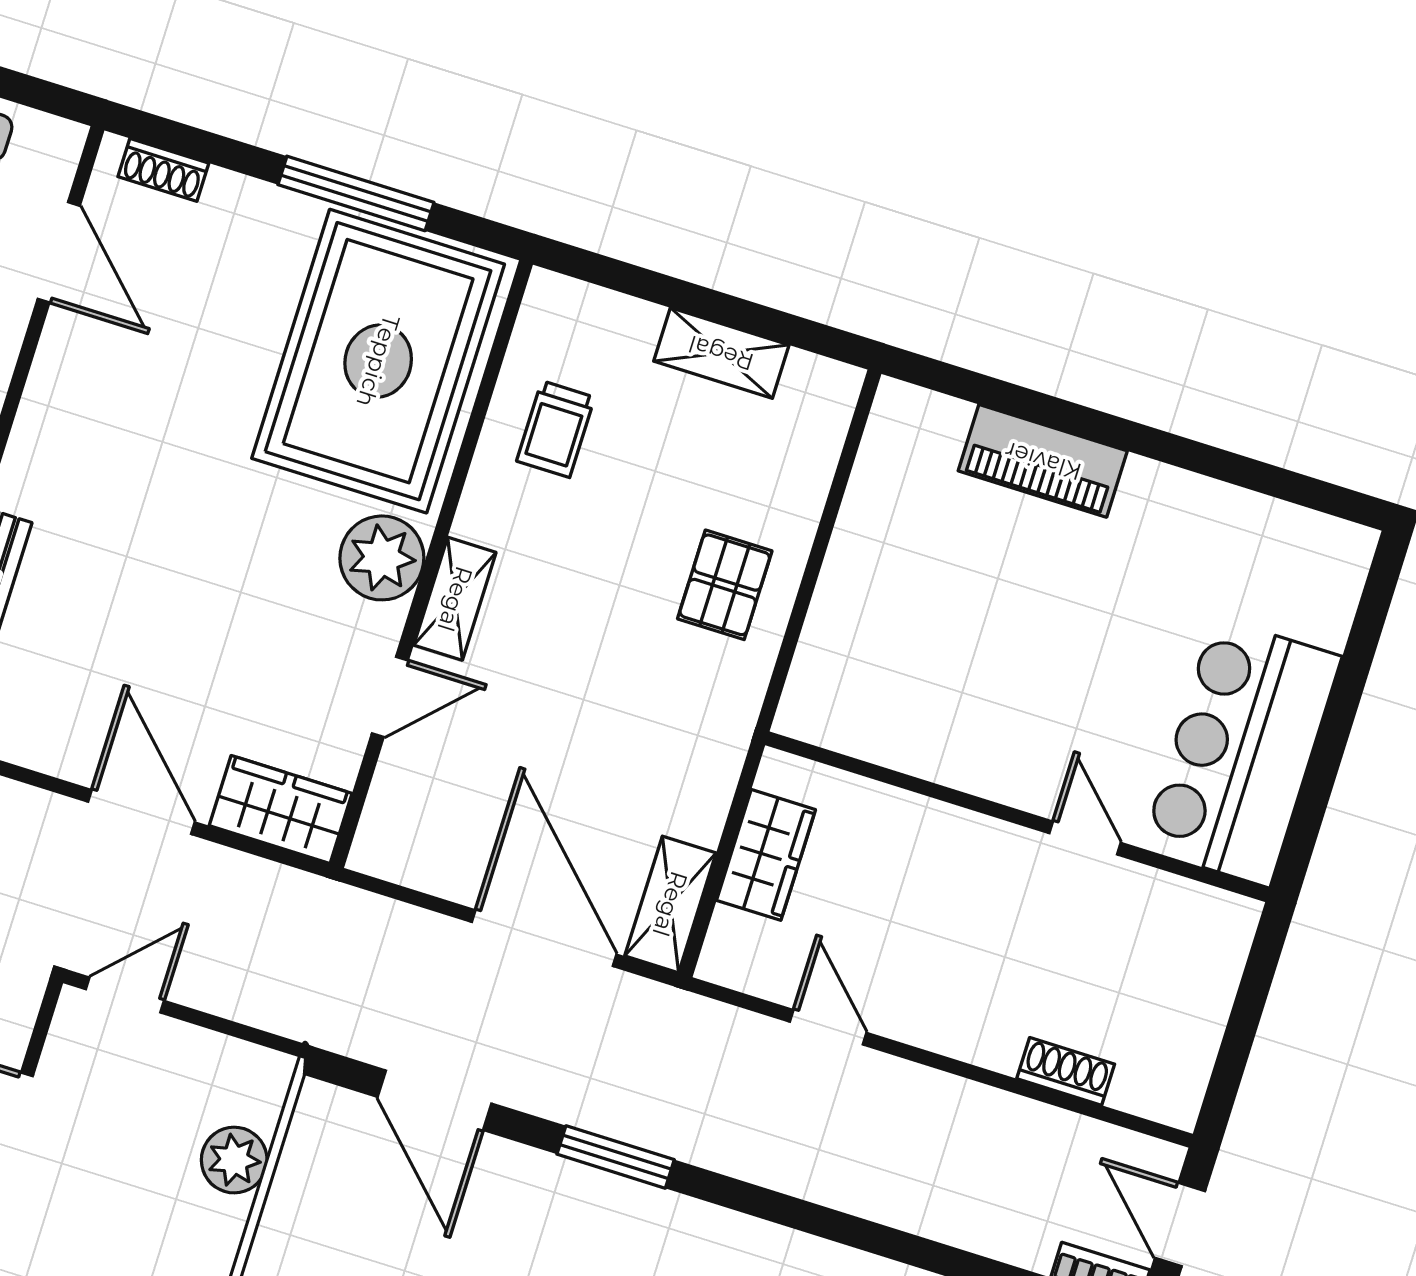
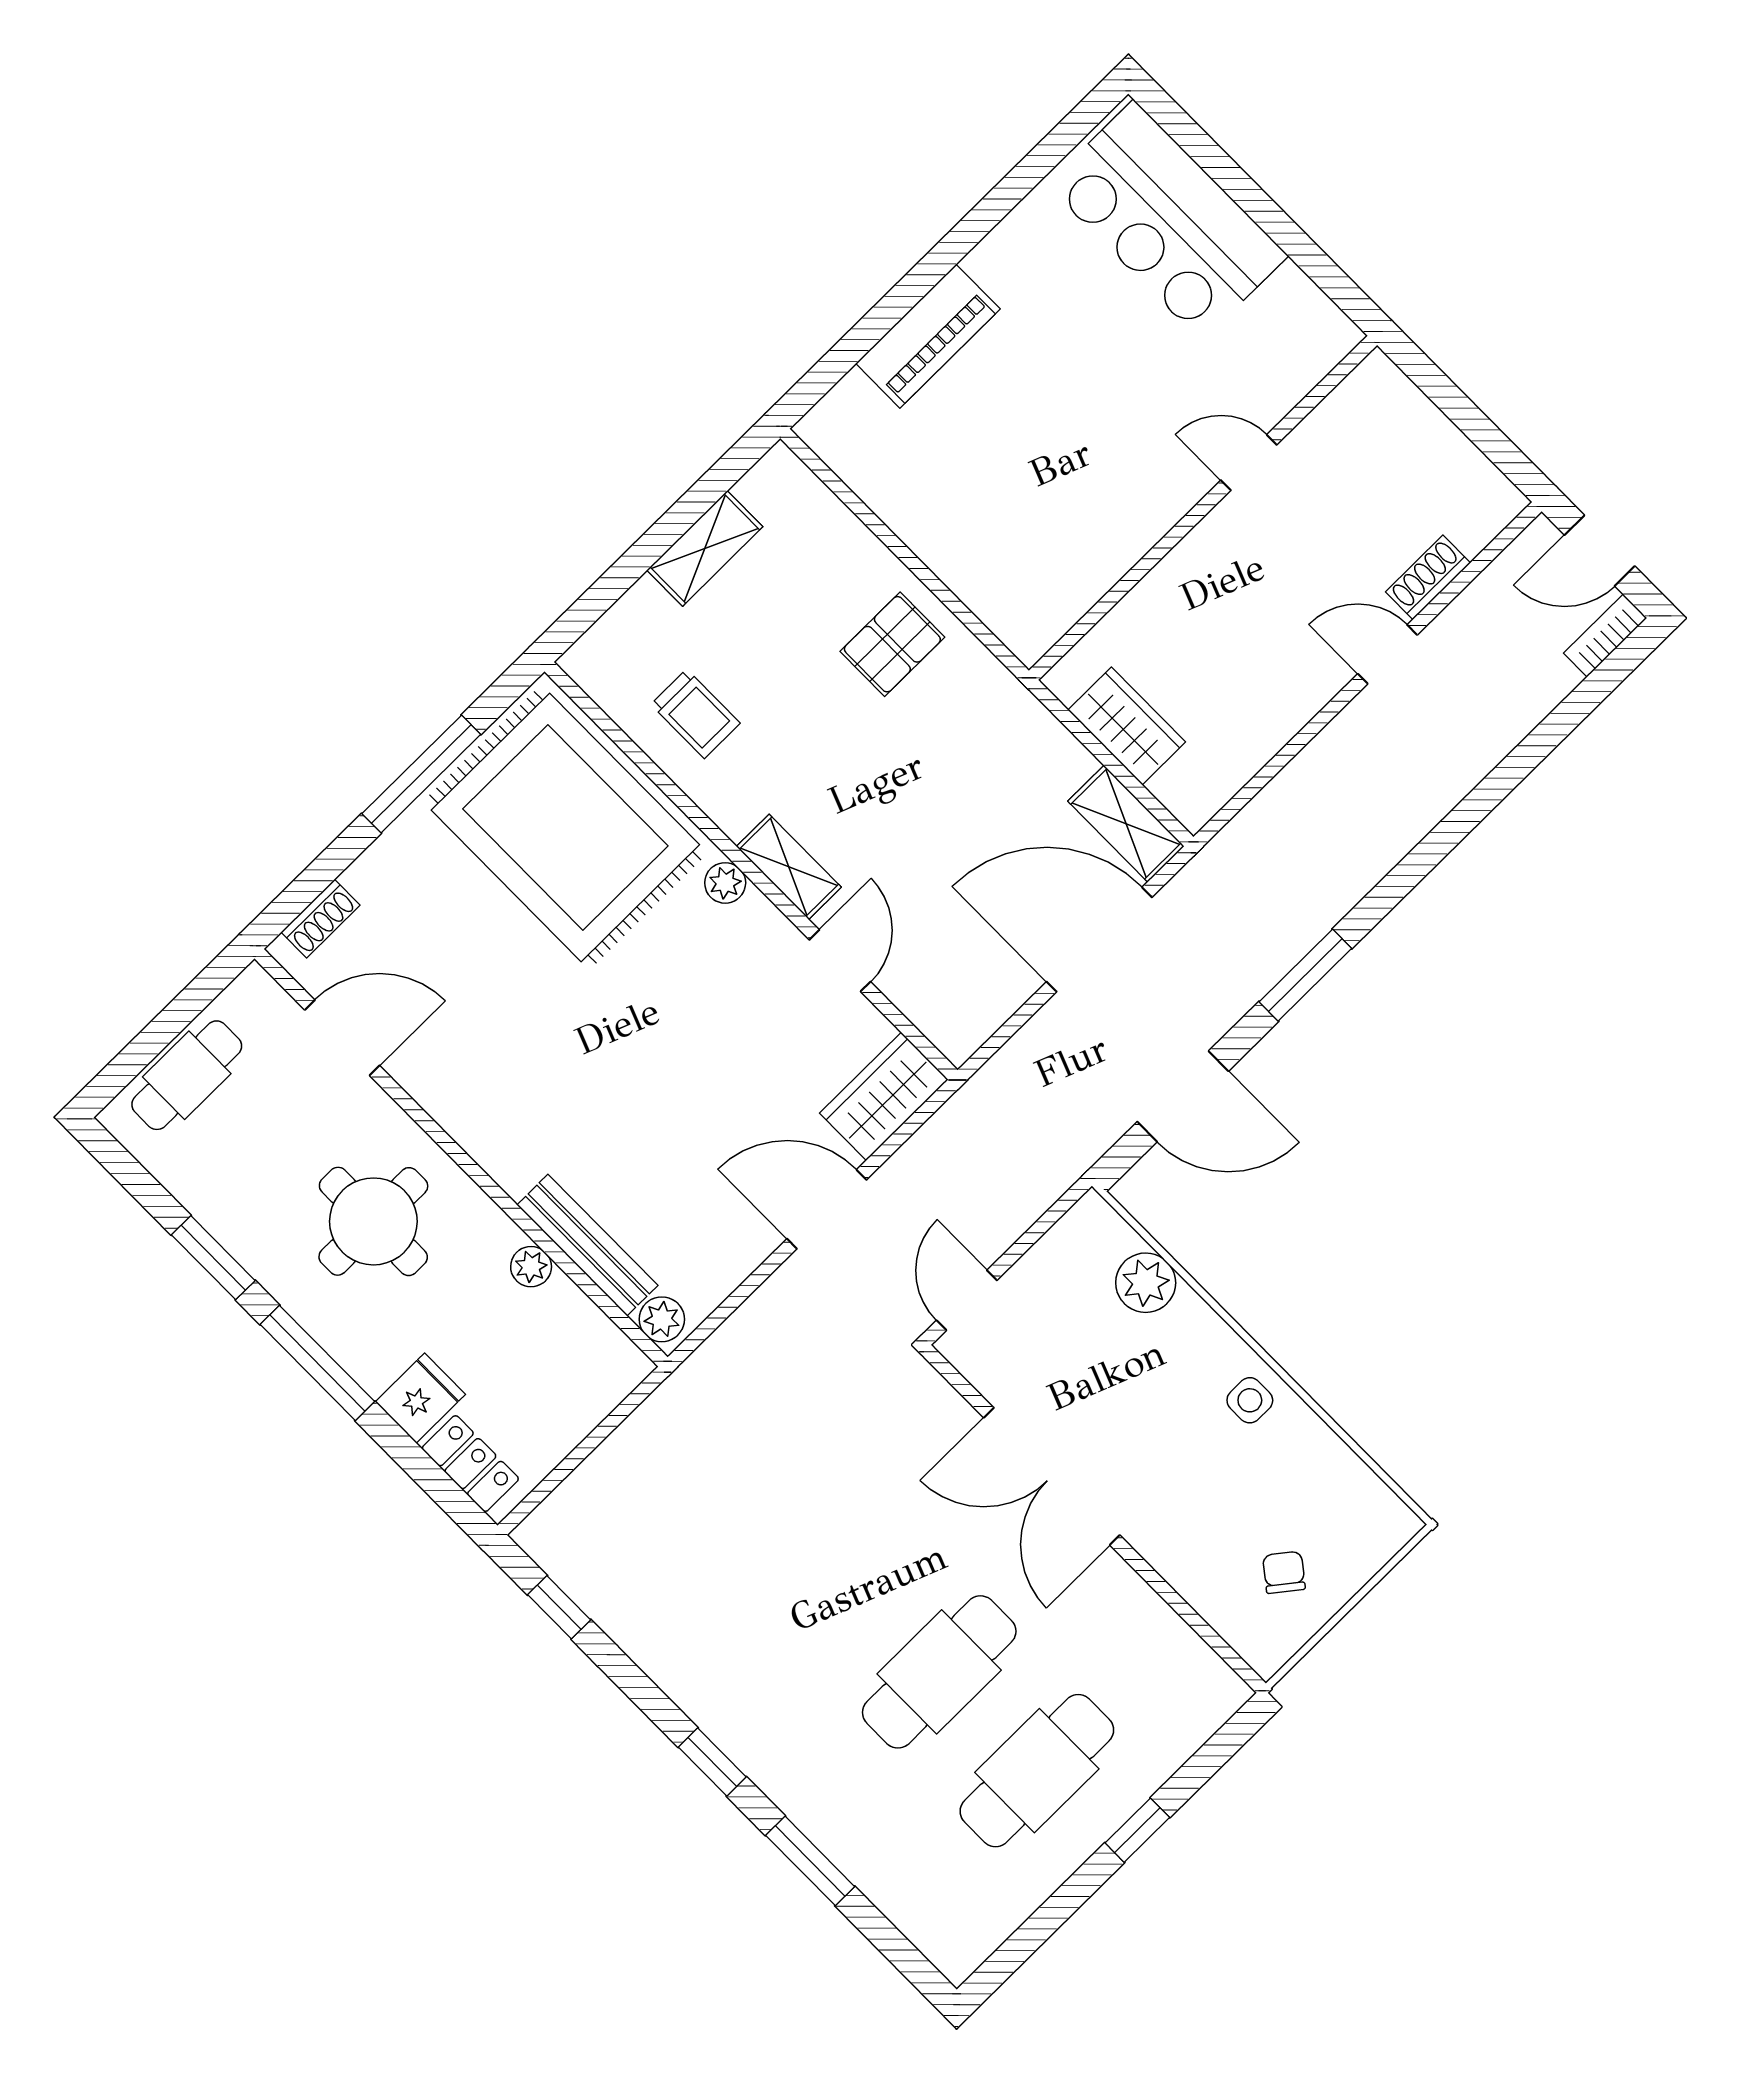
plant: (382, 558) -> (725, 883), width x0.53, depth x0.53
pallet: (725, 585) -> (892, 644), turned 90
bar counter: (1242, 752) -> (1167, 220), moved
door: (828, 1027) -> (1387, 654), moved

